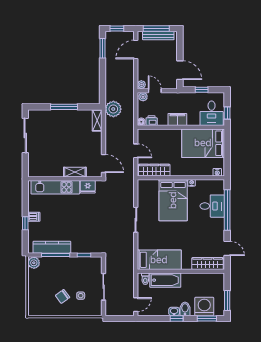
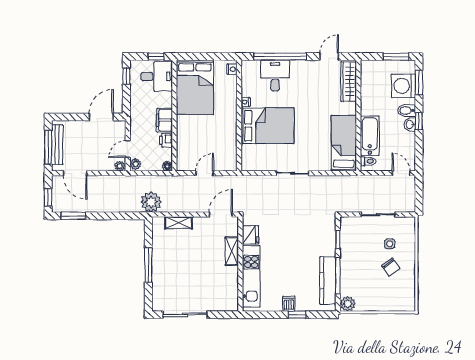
window: (202, 90) -> (126, 76), moved
shelving: (97, 120) -> (179, 223), moved
printer: (152, 121) -> (166, 140), moved
wardrobe: (154, 170) -> (229, 150), removed

